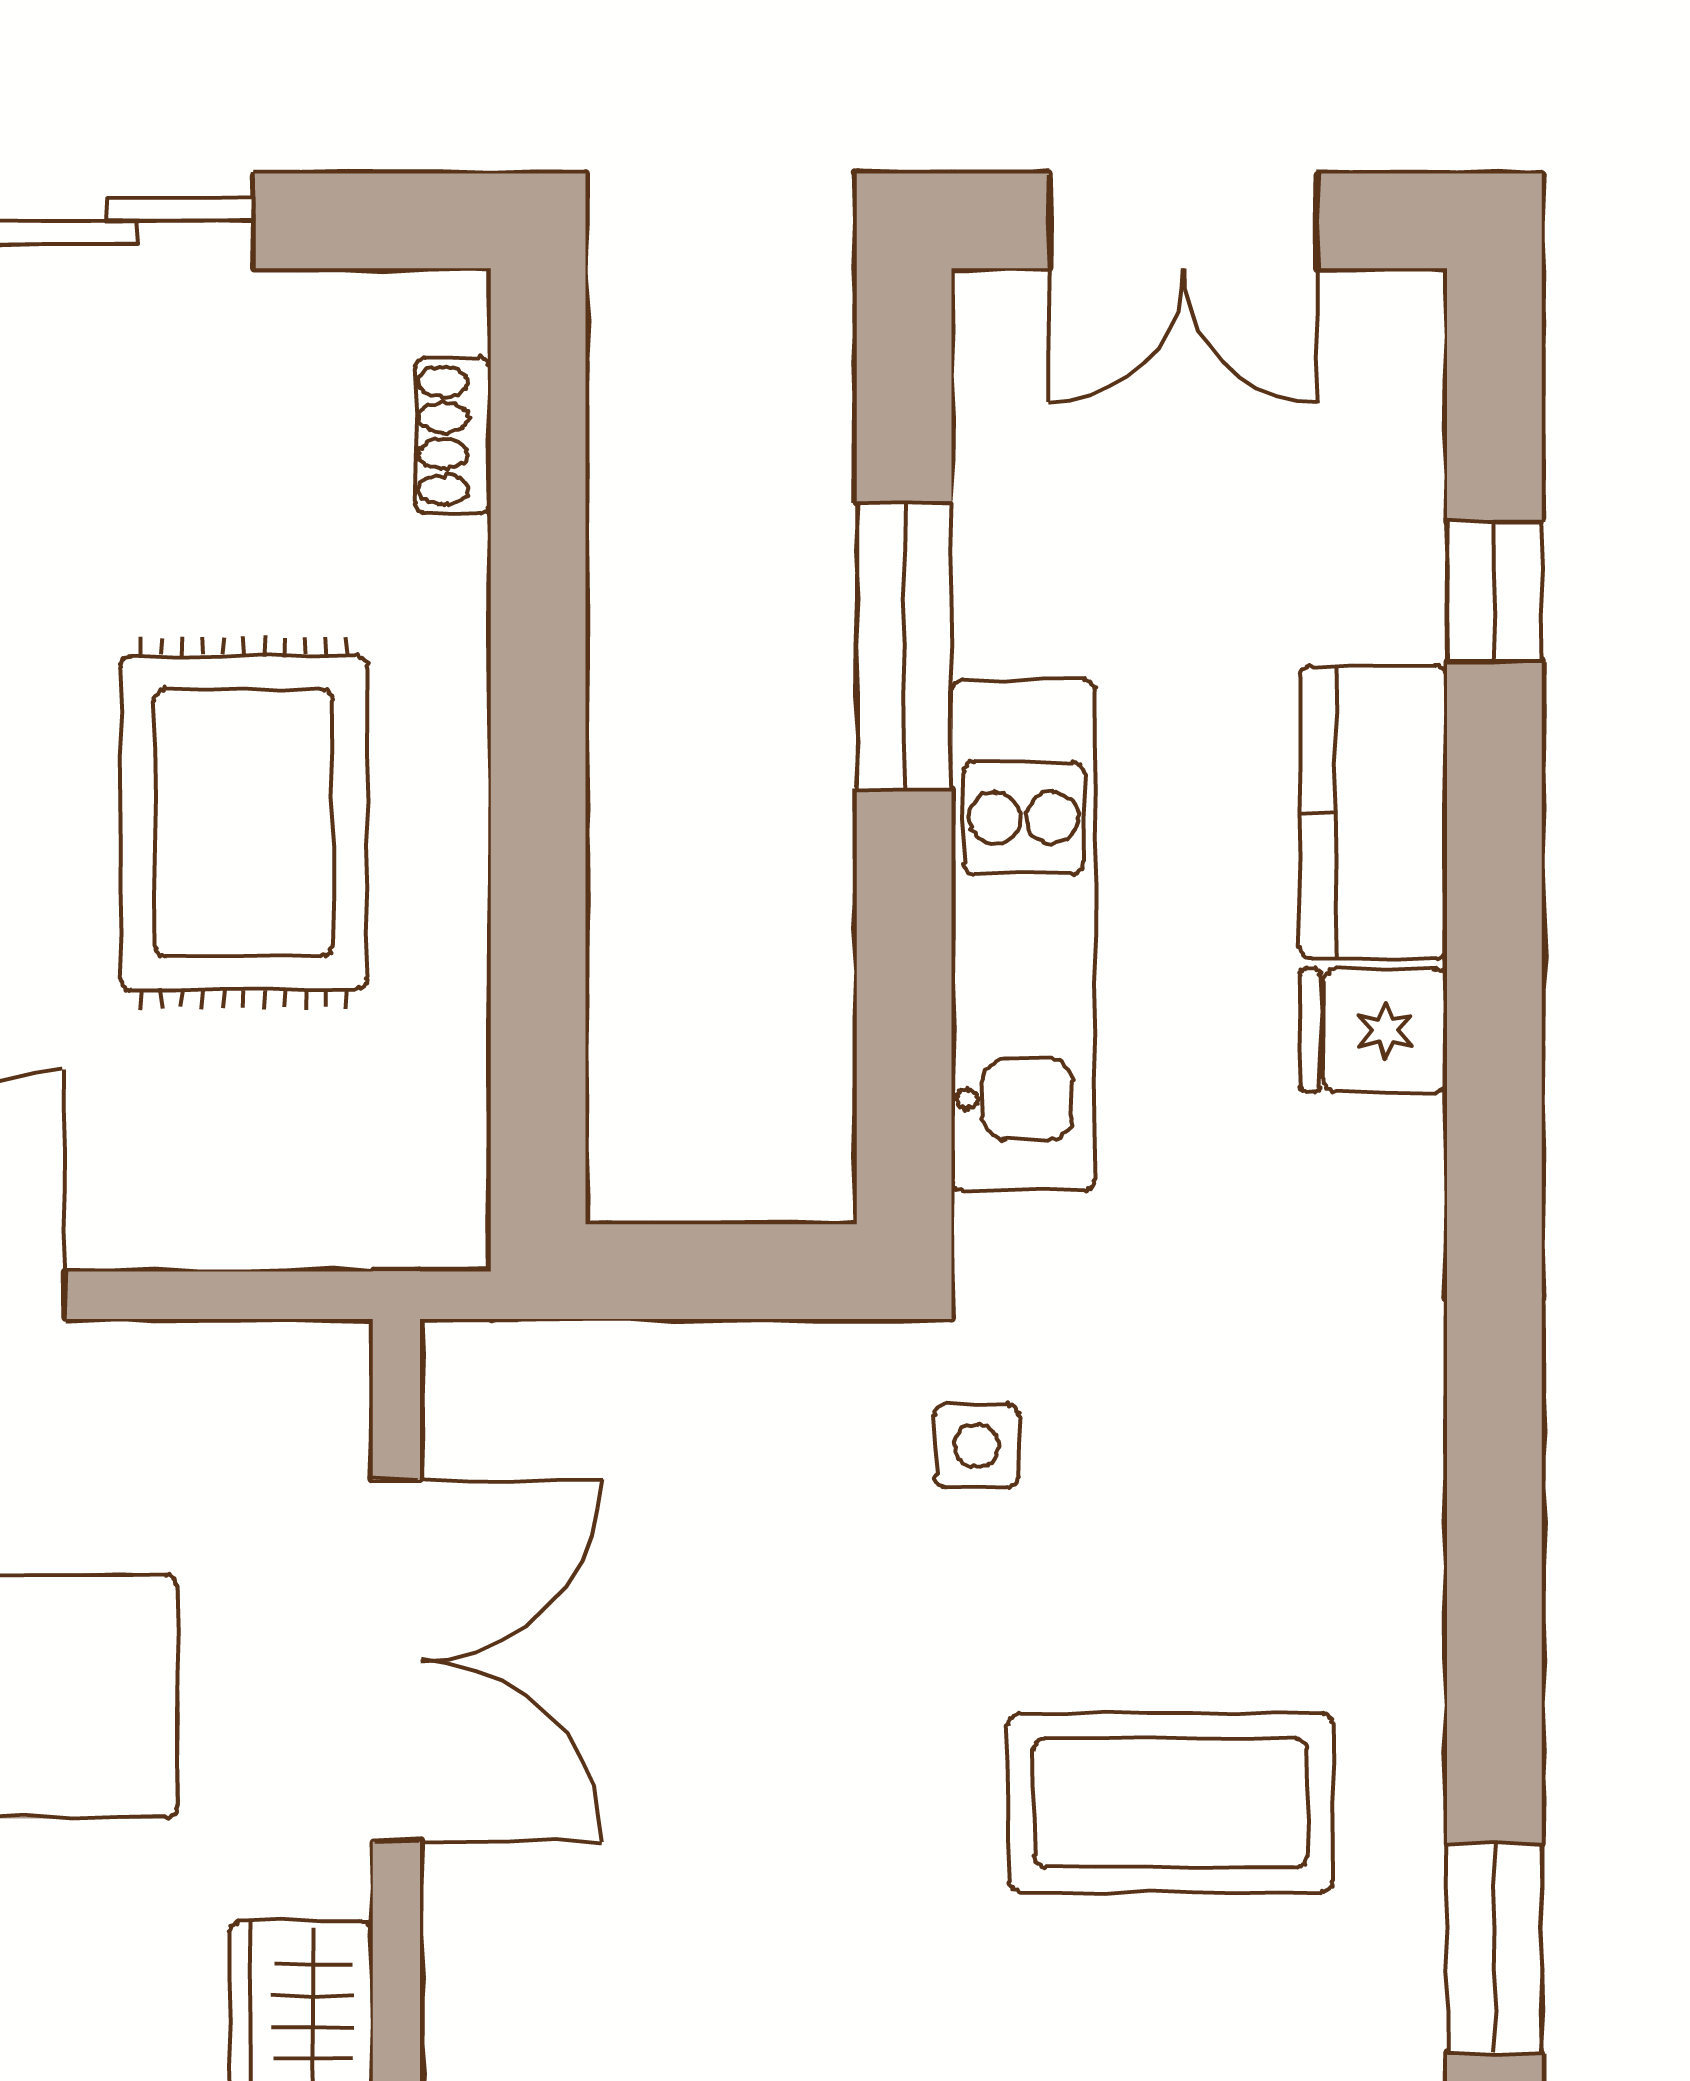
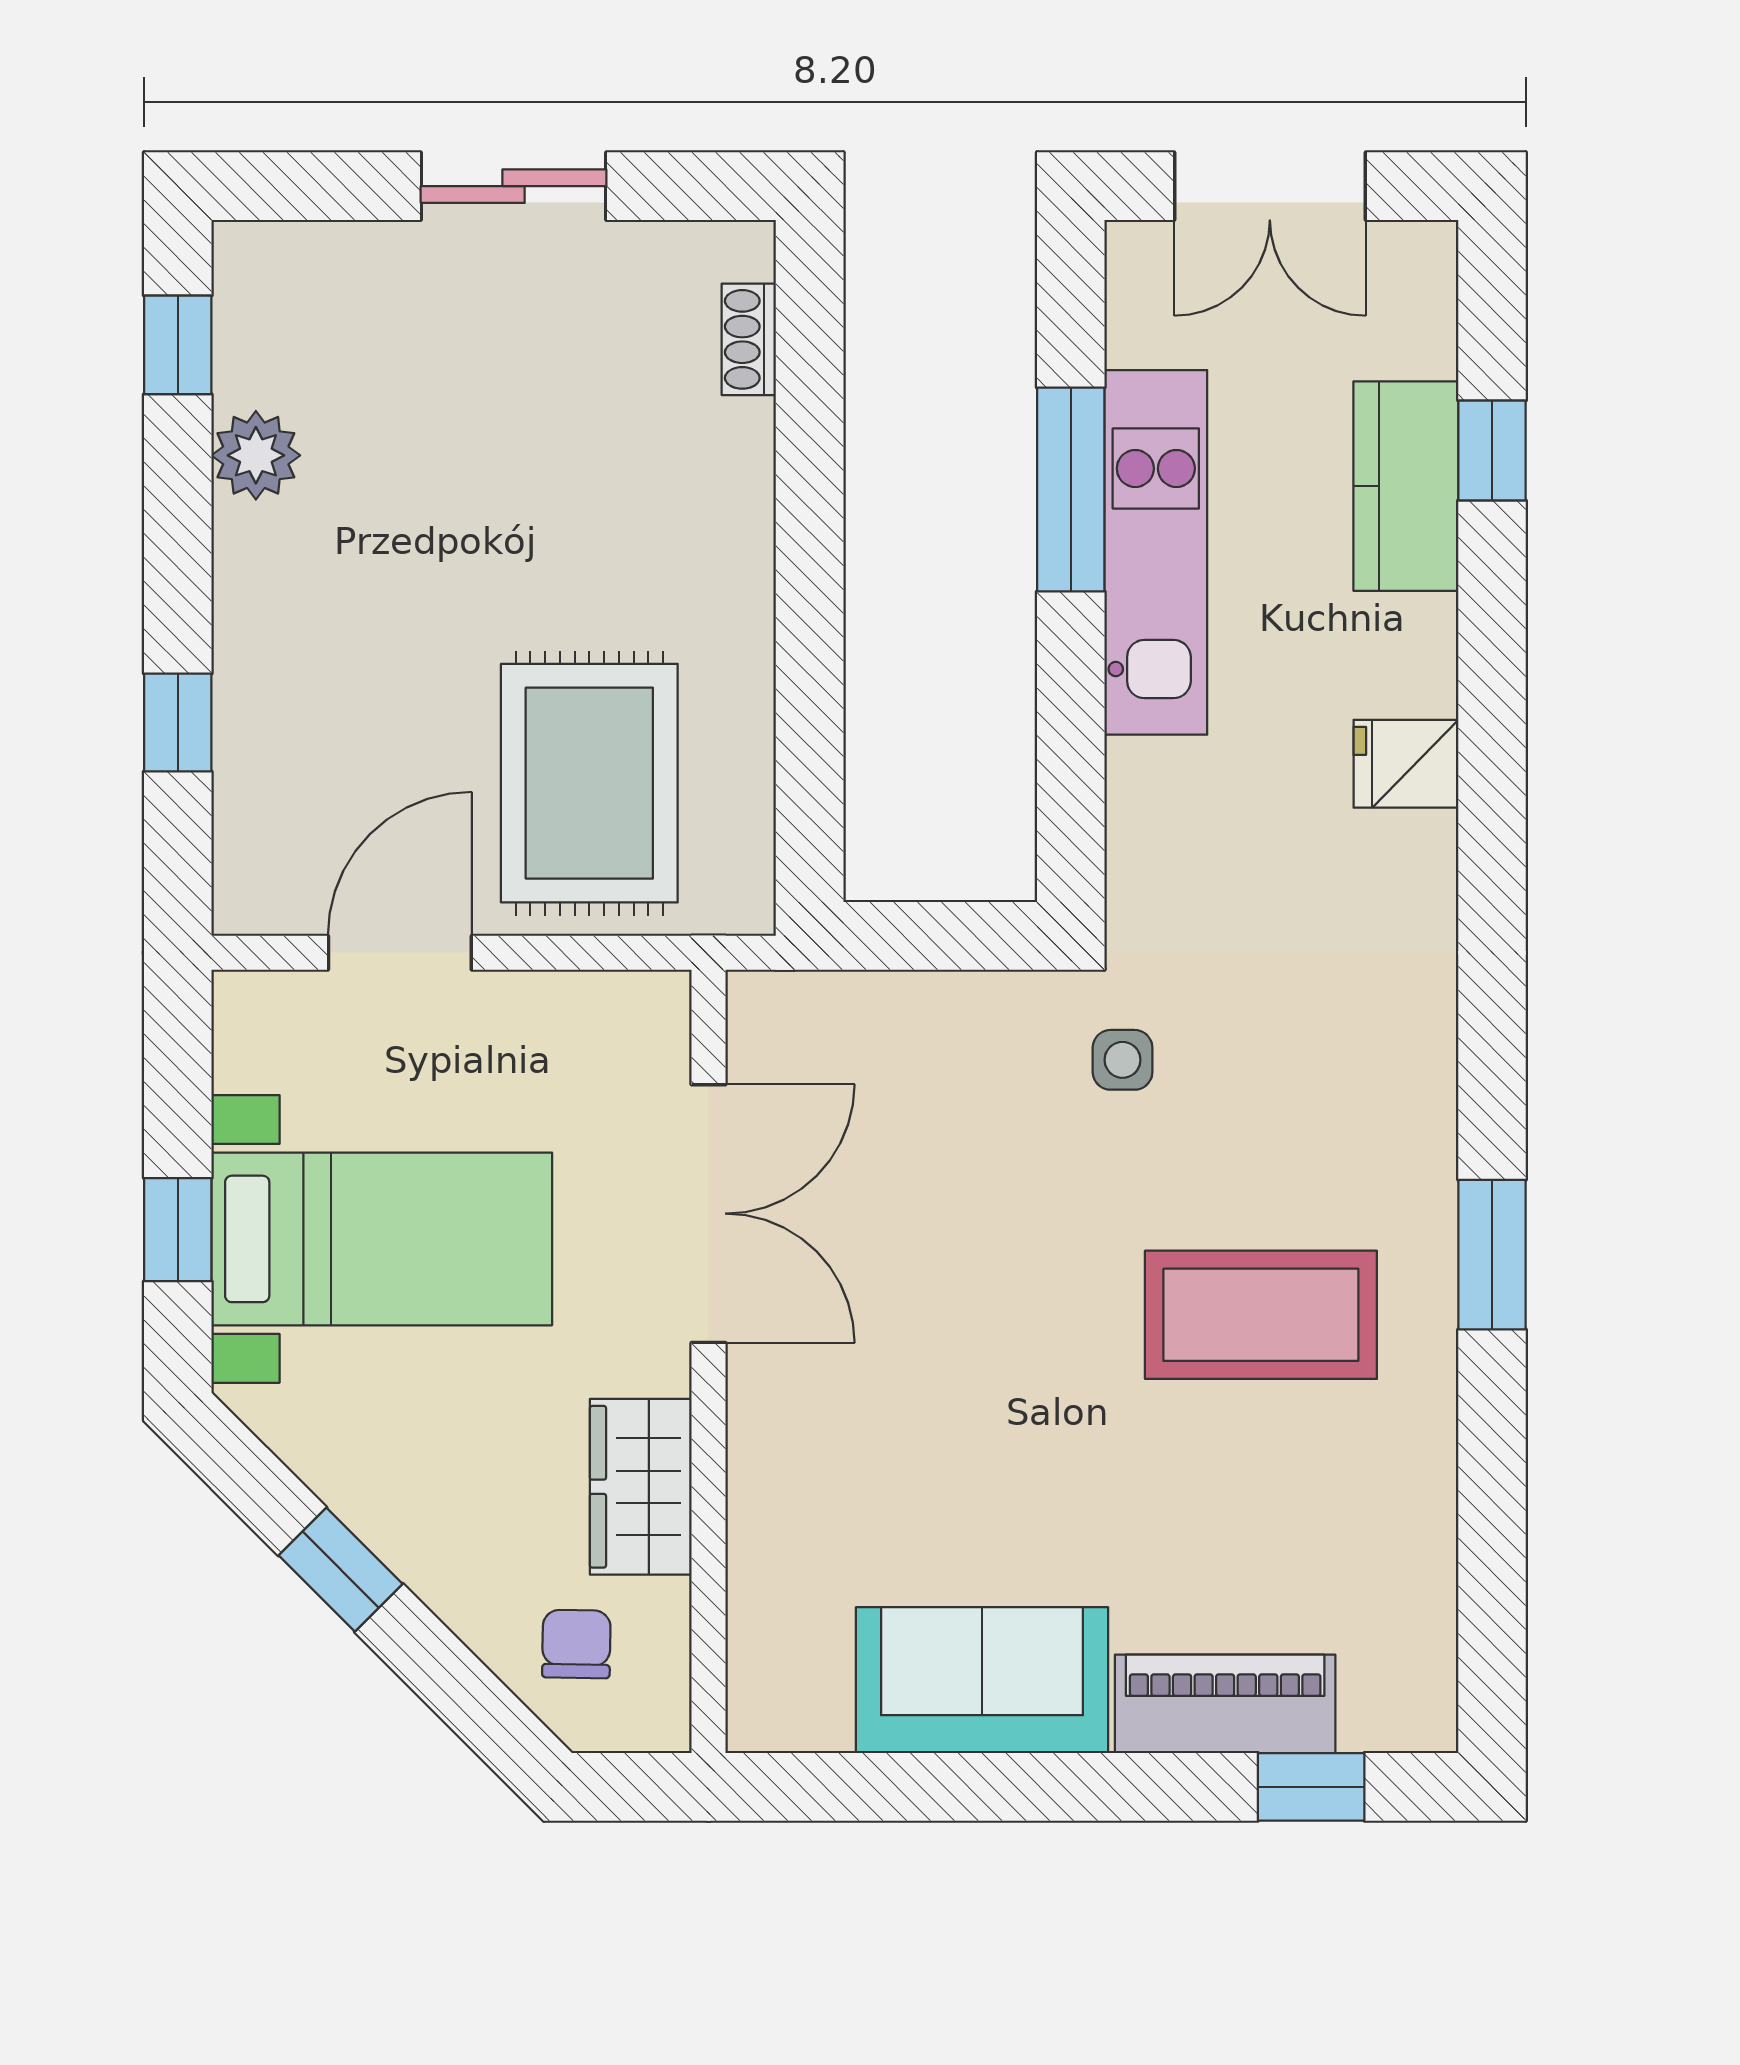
kitchen counter: (1374, 812) -> (1406, 486), moved
rug: (244, 823) -> (589, 783), moved
kitchen unit: (1023, 935) -> (1156, 552), moved
window: (1494, 1948) -> (1492, 1255), moved

